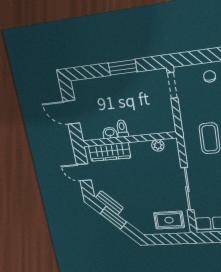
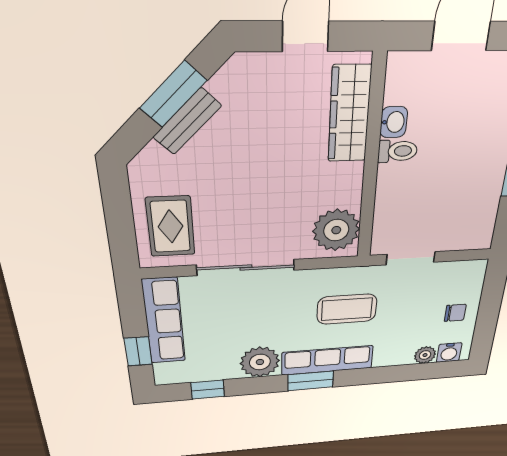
doorway: (172, 85) -> (411, 258), moved
plant: (158, 145) -> (336, 230), width x1.87, depth x1.87
bench: (109, 203) -> (187, 121), moved

